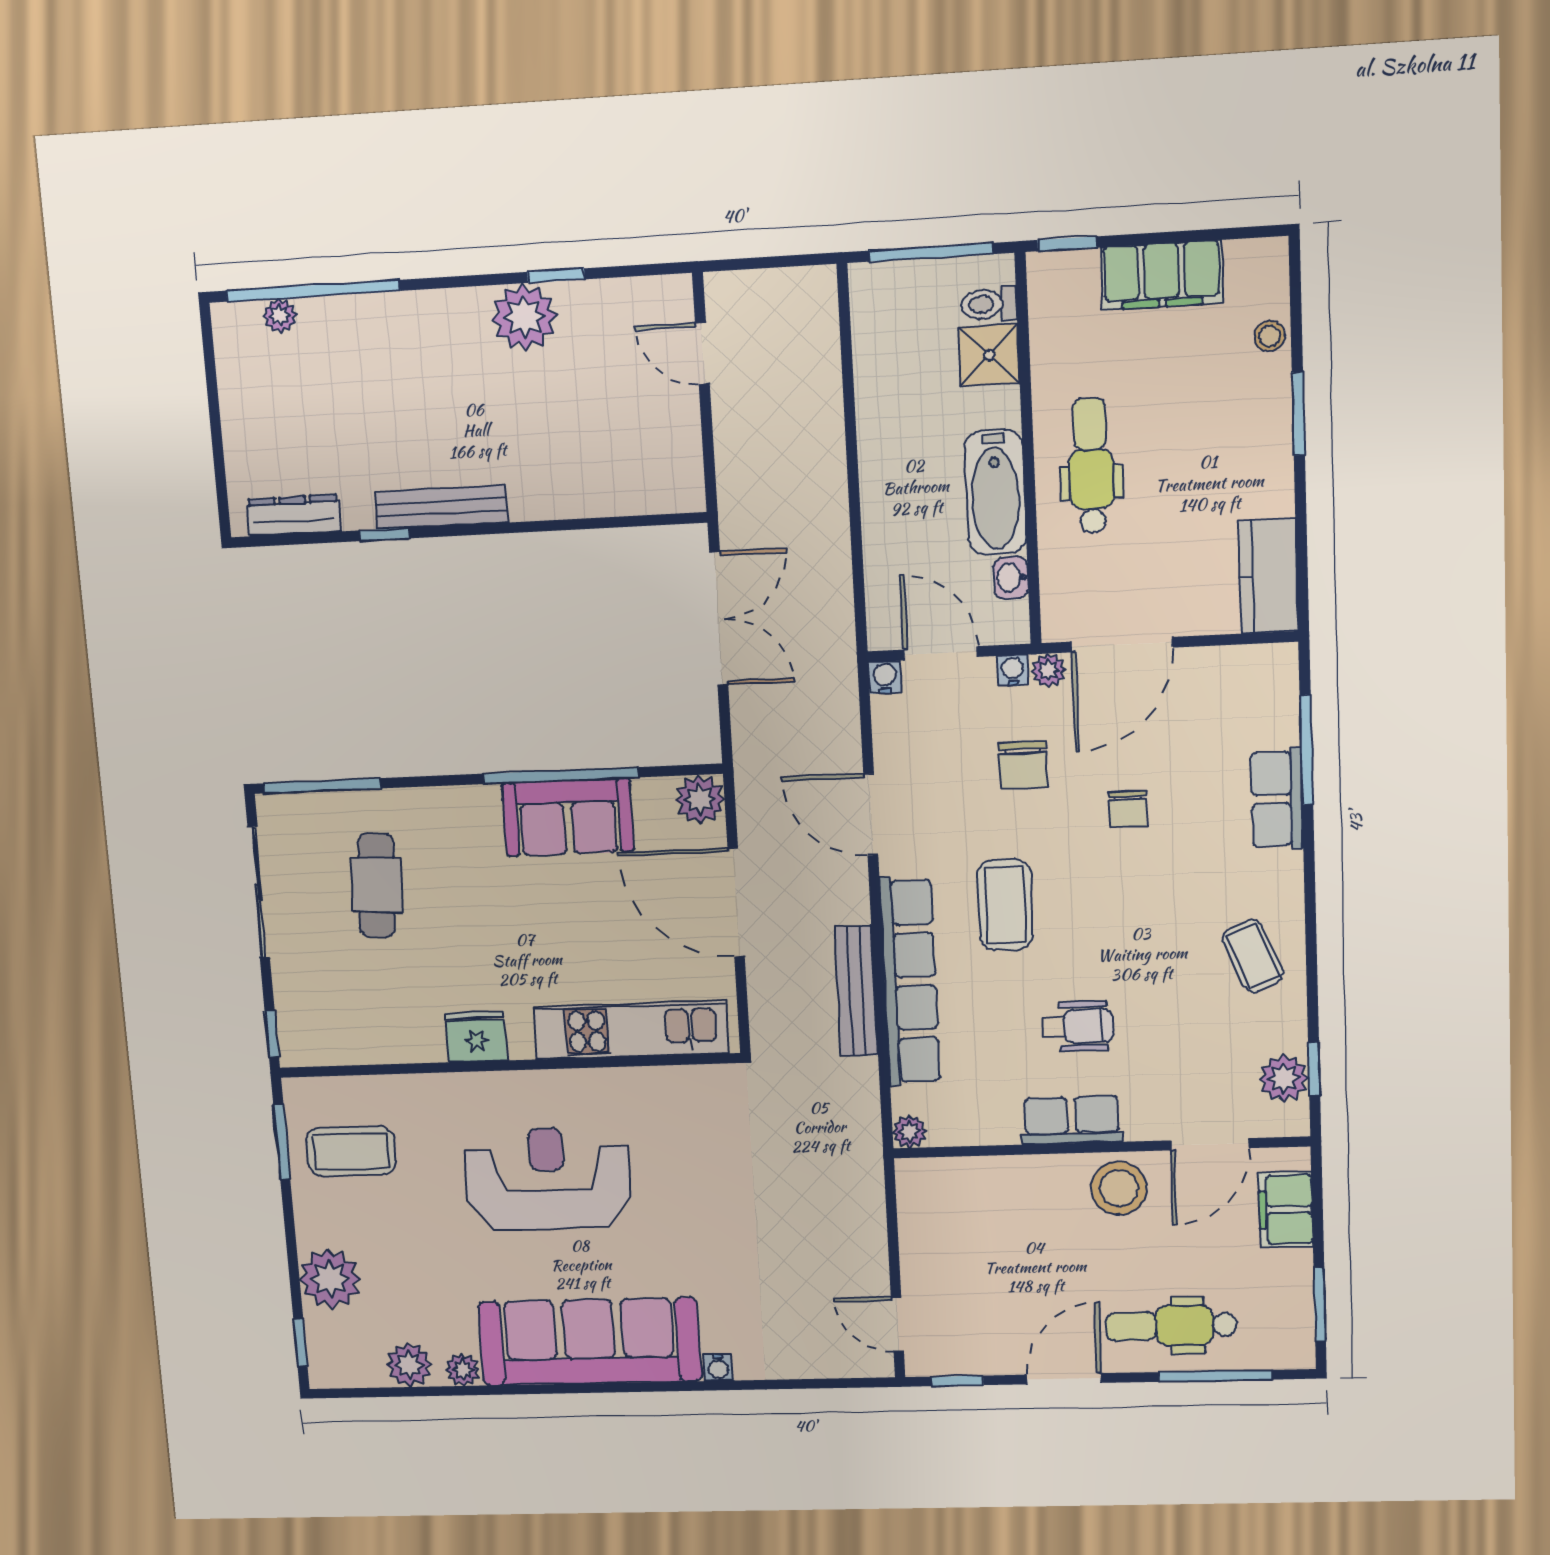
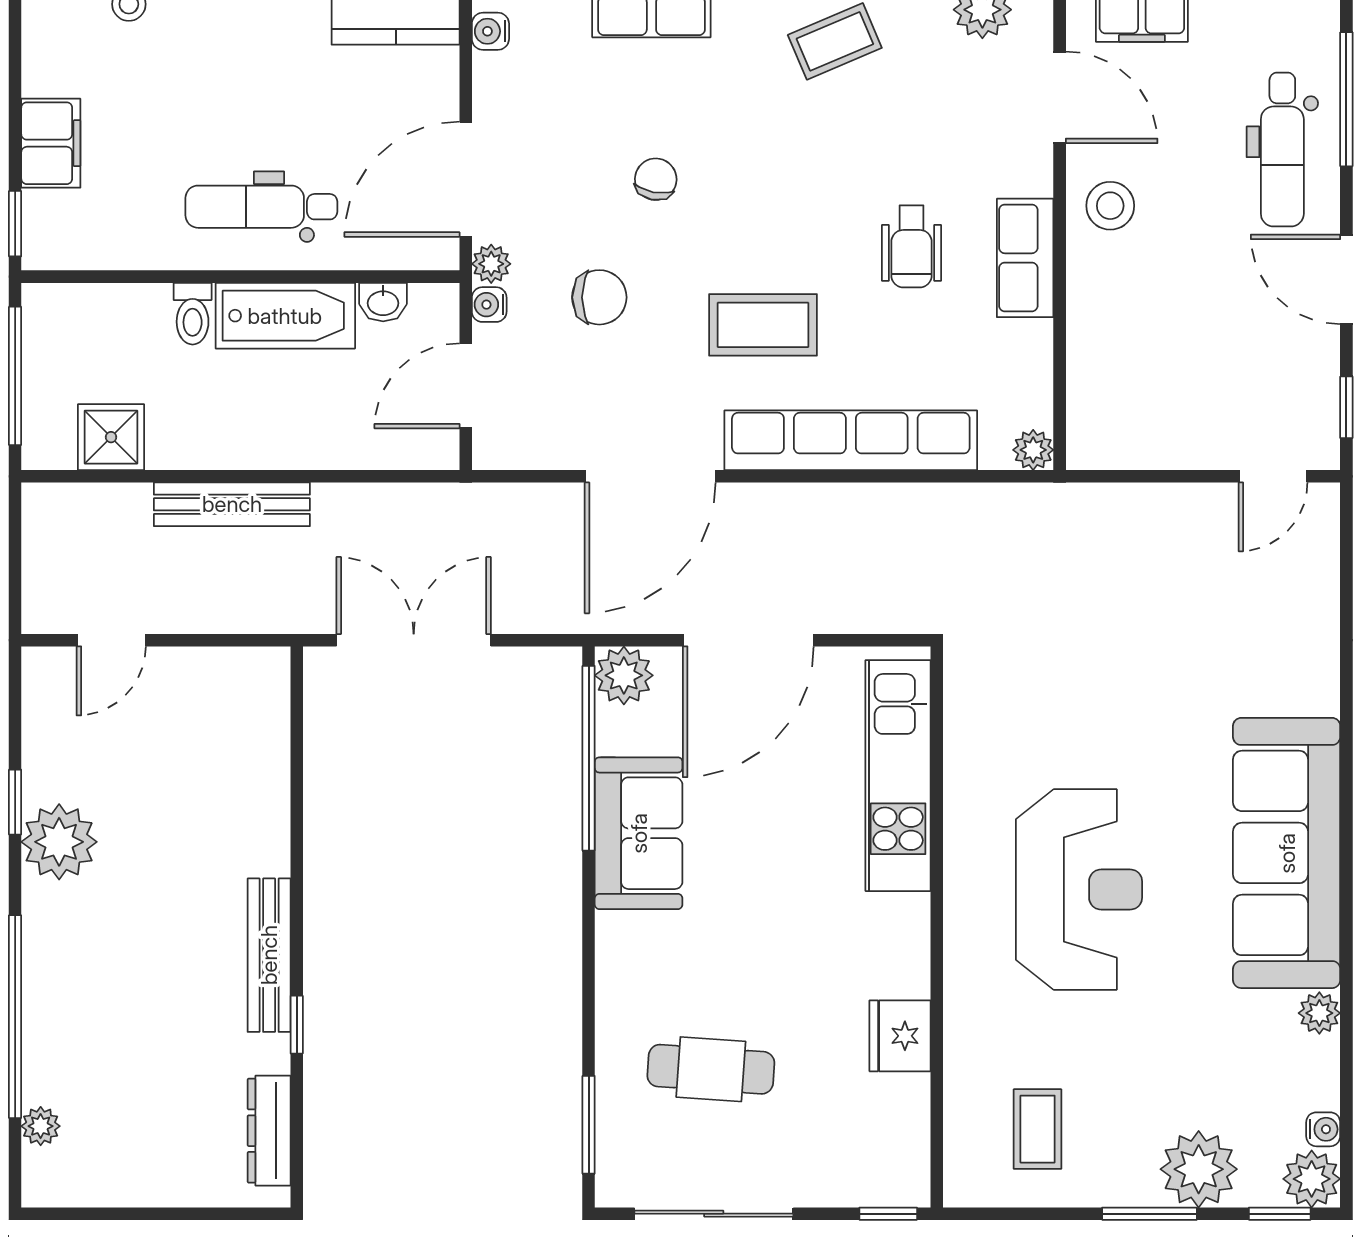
filing cabinet: (1162, 275) -> (51, 143), width x0.67, depth x0.86
window: (313, 291) -> (15, 1017), moved
toilet: (989, 304) -> (193, 314), moved
shower: (989, 355) -> (111, 437), moved
door: (1122, 645) -> (466, 179), swing flipped
water cooler: (885, 677) -> (490, 31), moved
window: (561, 776) -> (589, 758), moved
window: (322, 786) -> (589, 1125), width x0.69
chair: (1128, 809) -> (656, 179), turned -79
door: (871, 815) -> (650, 476), width x1.36
bench: (856, 991) -> (232, 504), moved
wheelchair: (1078, 1026) -> (911, 246), turned 180
fridge: (476, 1037) -> (900, 1036), moved
window: (282, 1142) -> (1150, 1214), moved
coffee table: (351, 1151) -> (1038, 1129), width x0.73, depth x0.77
reception desk: (548, 1179) -> (1079, 889), turned 180
stool: (1119, 1188) -> (1110, 206), width x0.73, depth x0.73
plant: (409, 1365) -> (1312, 1179), moved
water cooler: (718, 1367) -> (1323, 1129), moved

